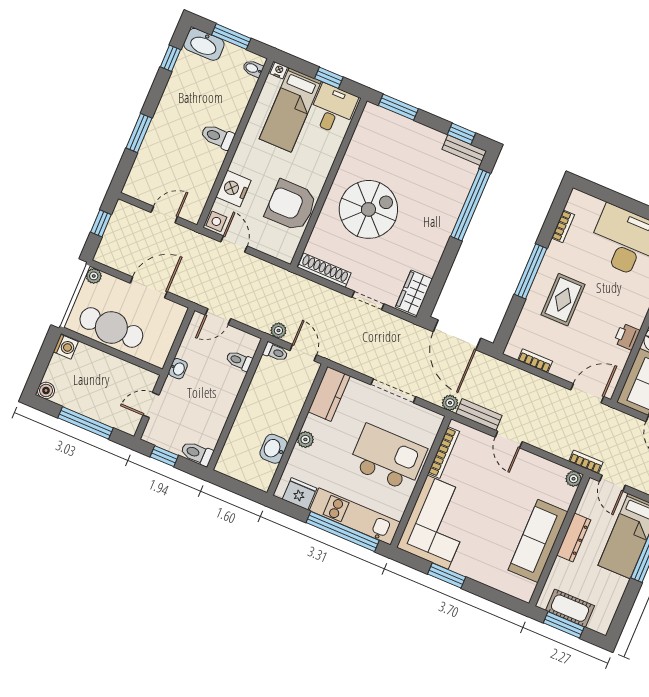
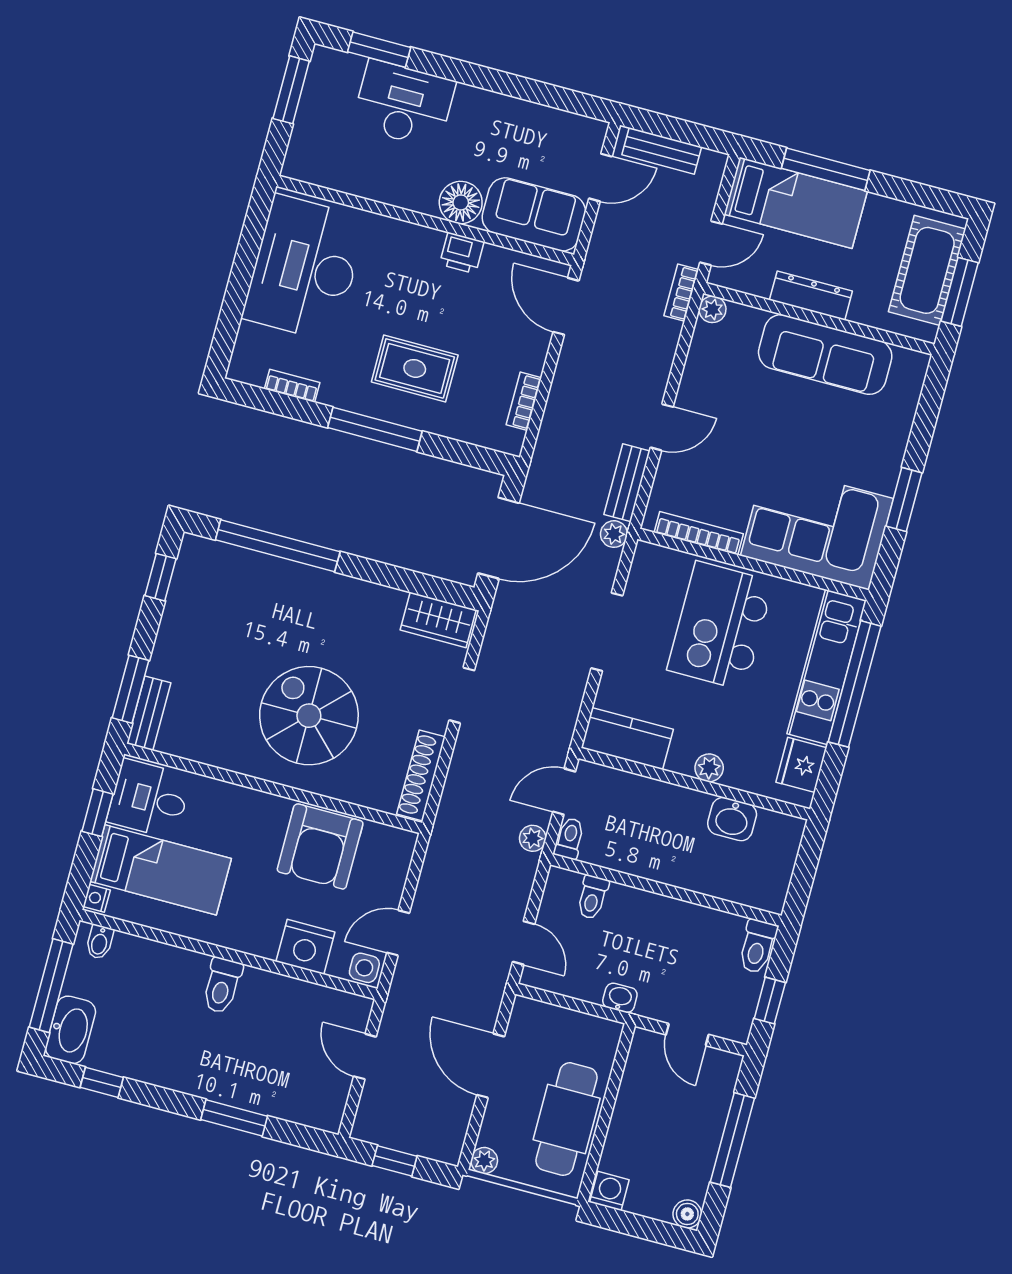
window: (231, 37) -> (51, 986), width x1.44
bench: (464, 150) -> (149, 713), moved
cot: (570, 608) -> (927, 270), width x1.37, depth x1.34

